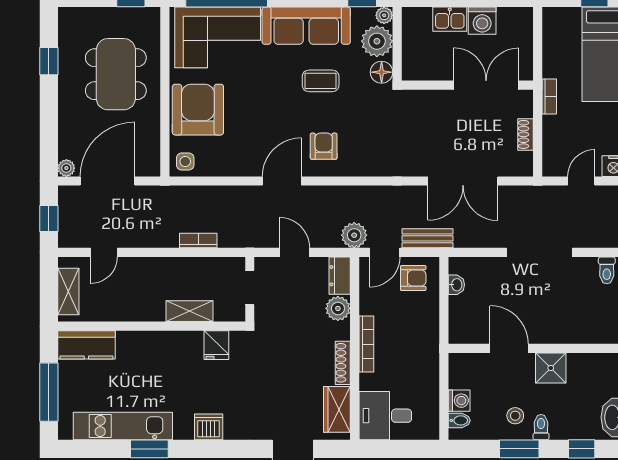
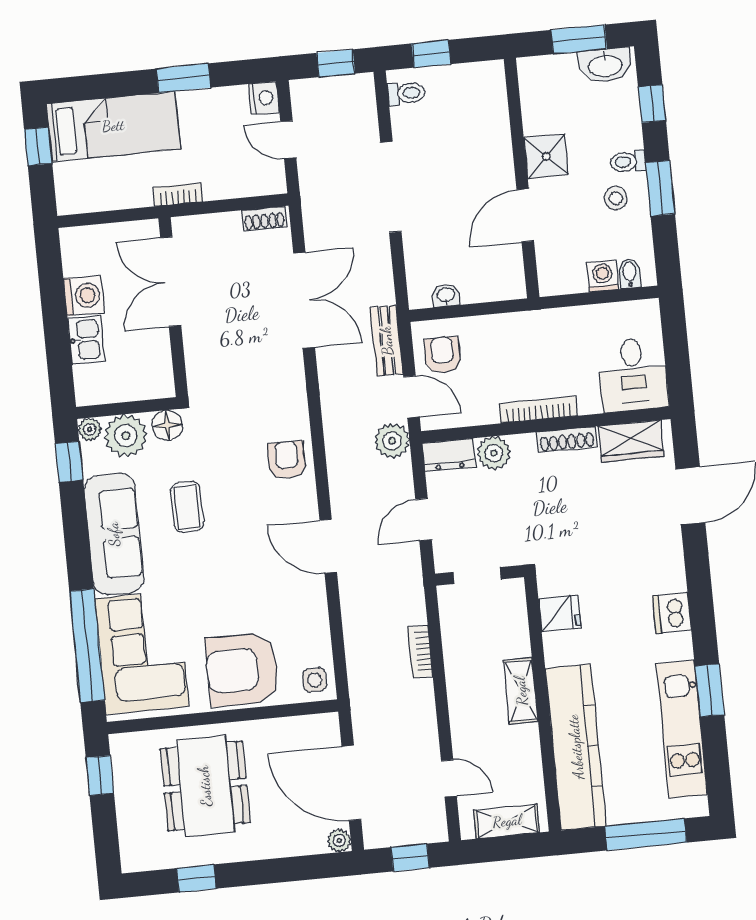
dining table: (116, 74) -> (205, 786), turned 90
shoe rack: (526, 134) -> (264, 218), moved
armchair: (324, 146) -> (287, 460), moved, turned 90
shelving: (190, 311) -> (521, 691), moved
kitchen counter: (86, 345) -> (576, 747), width x2.08, depth x1.17

